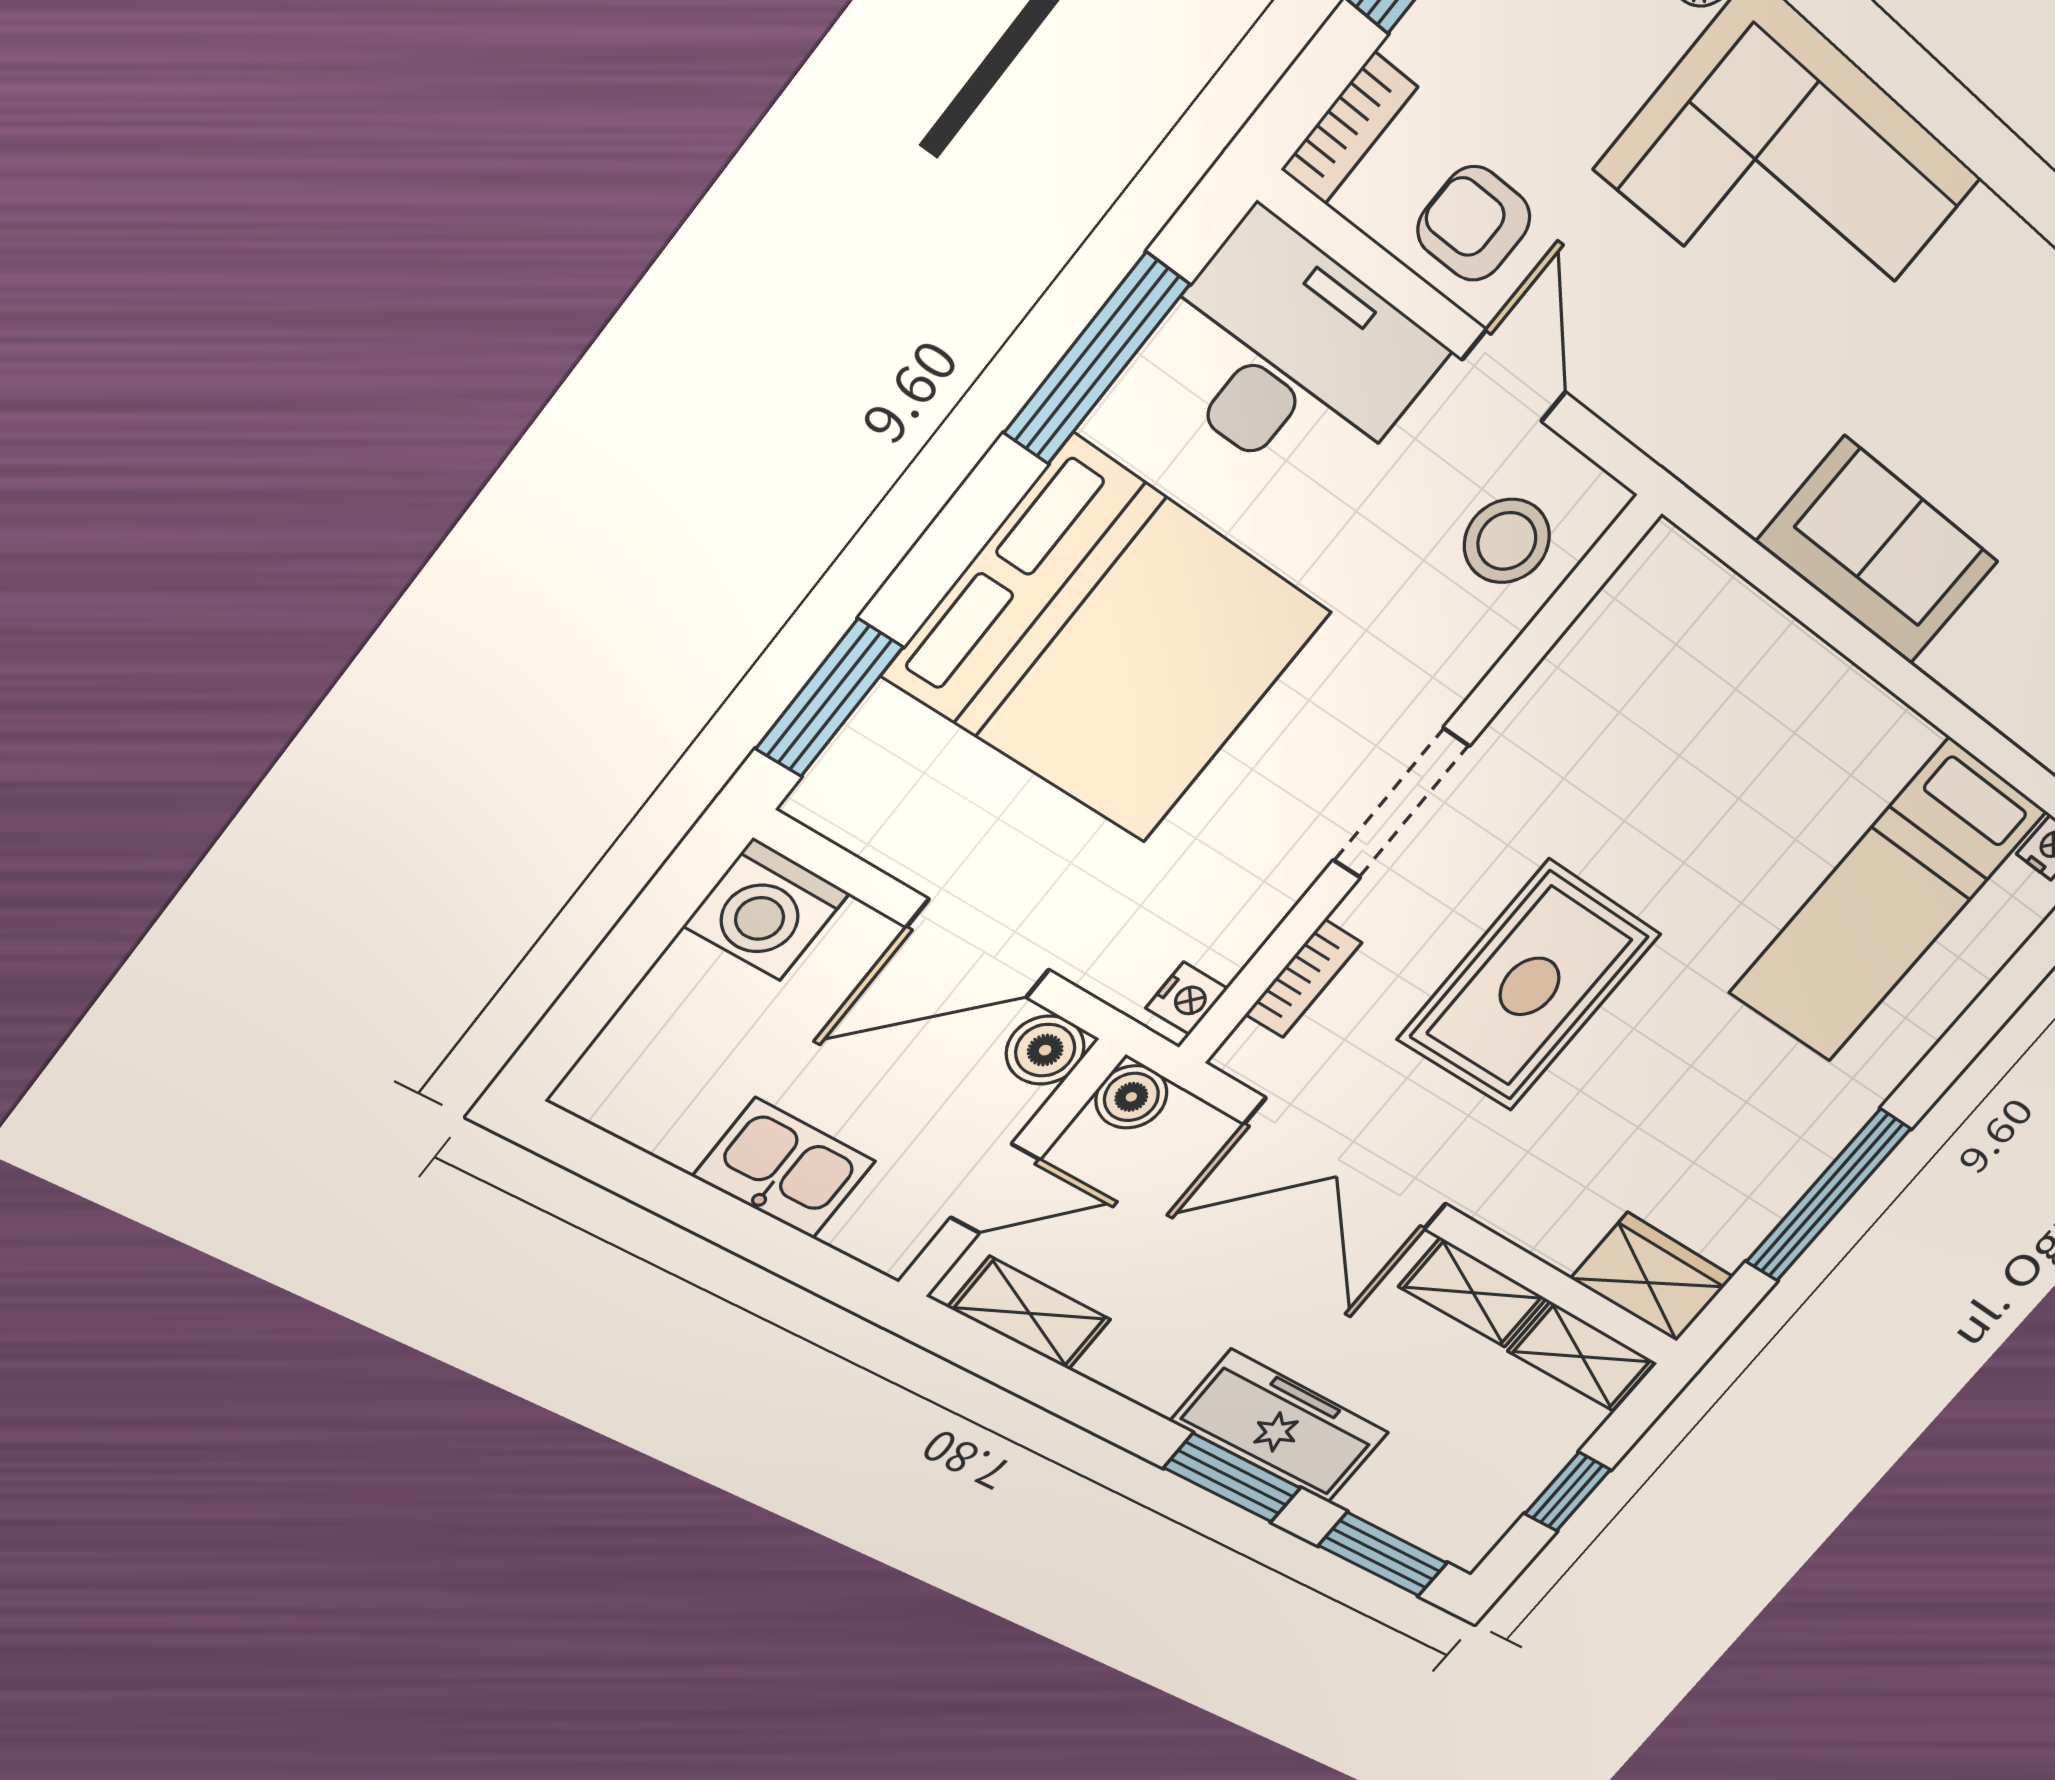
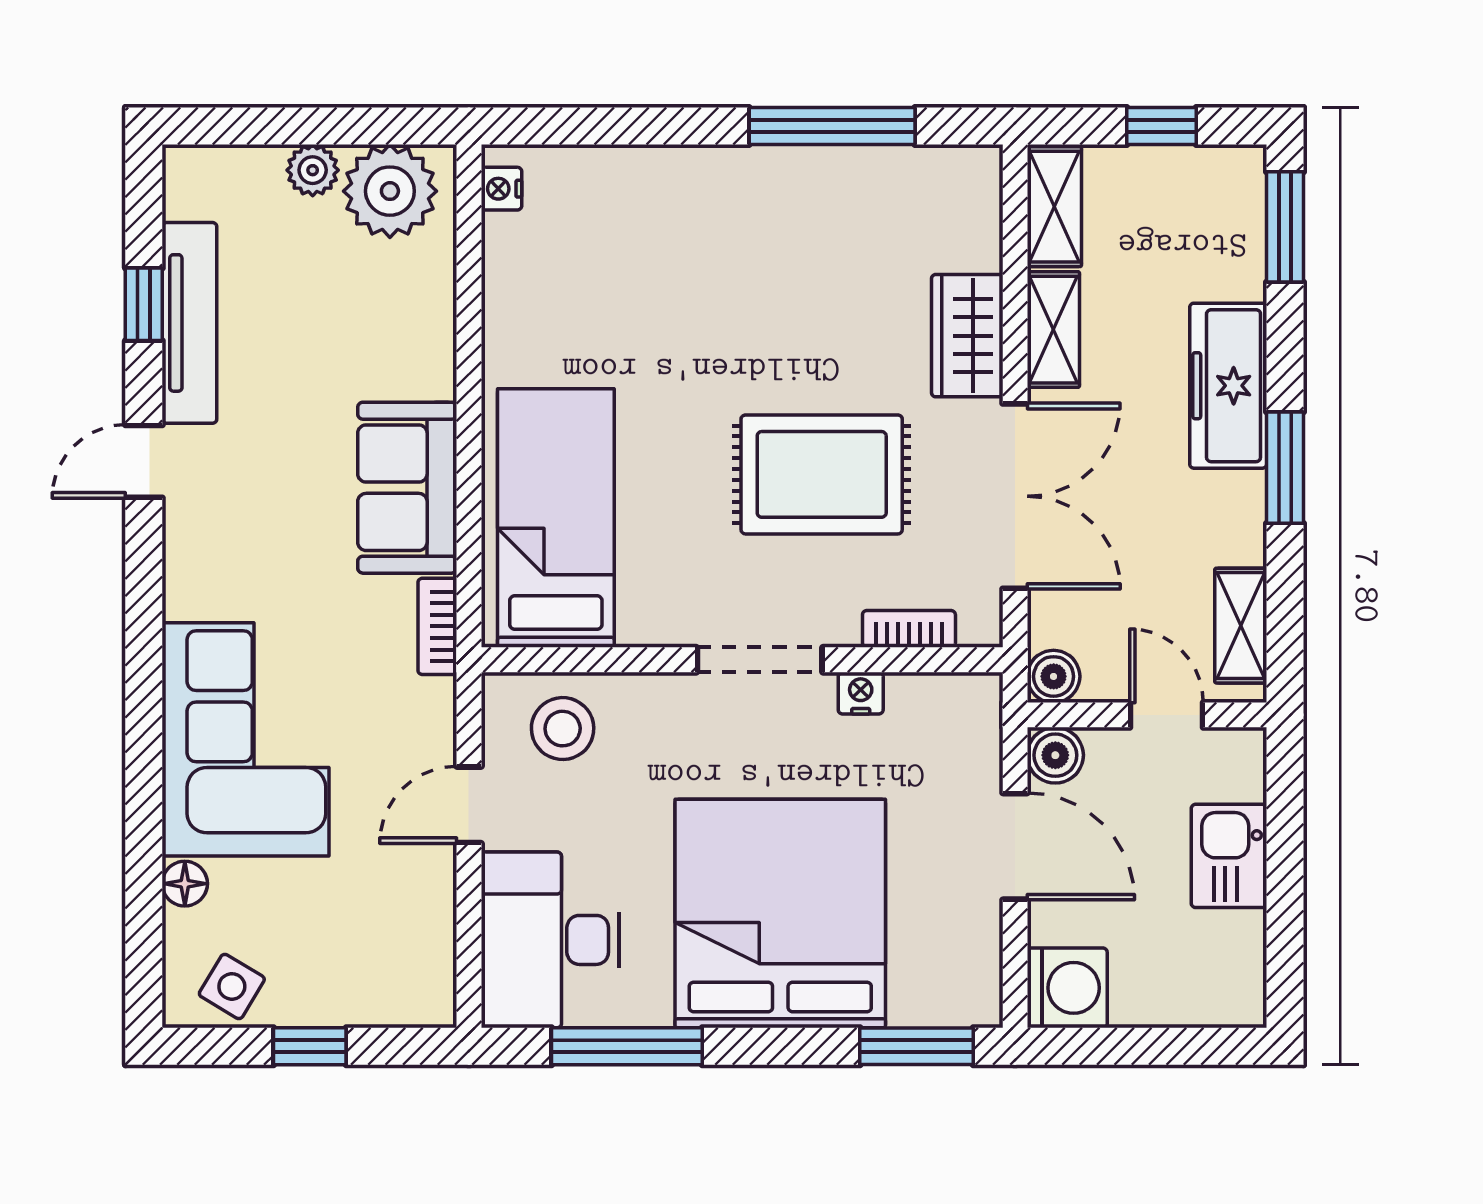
bookcase: (1349, 128) -> (437, 626), moved, turned -90
armchair: (1474, 224) -> (406, 899), removed
bed: (1888, 902) -> (556, 518), moved, turned -90
nightstand: (1187, 998) -> (861, 693), moved
wardrobe: (1652, 1277) -> (967, 336), moved
window: (1233, 1478) -> (1285, 468), moved

